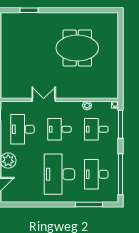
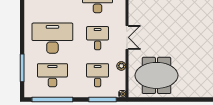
meeting table: (77, 48) -> (156, 75), moved, turned 90
double door: (44, 100) -> (127, 37), moved

